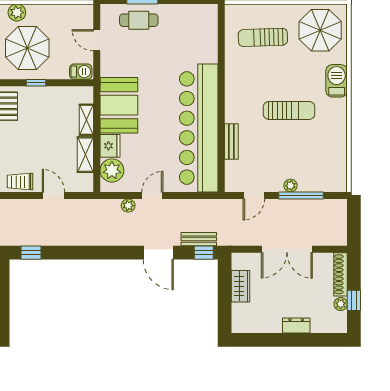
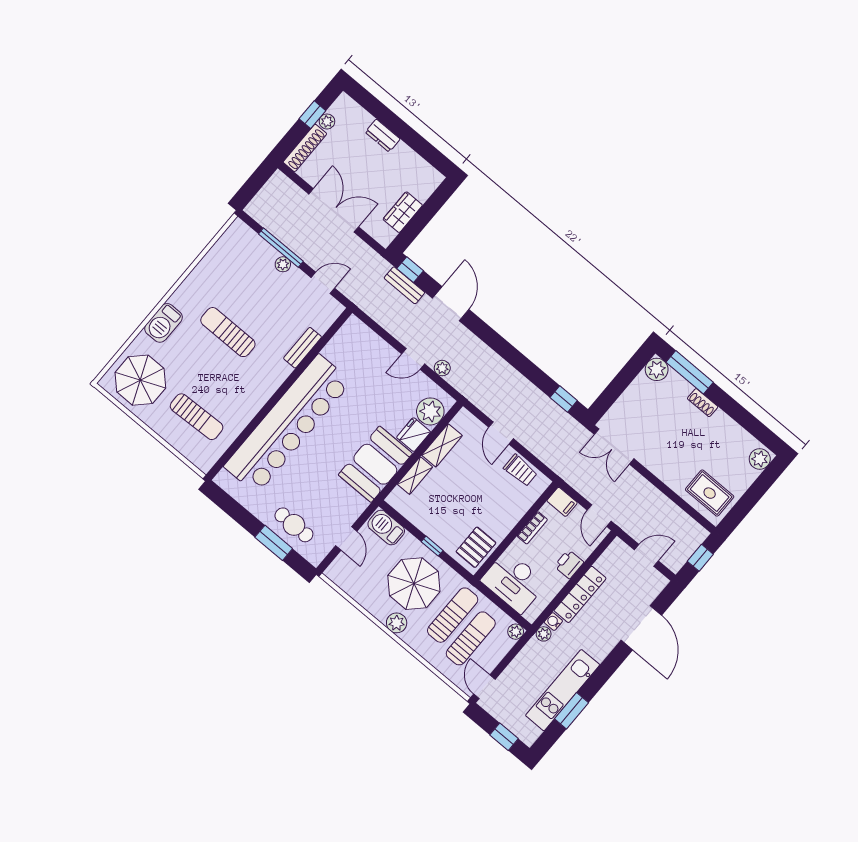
barbecue: (81, 72) -> (386, 528), width x1.38, depth x1.27
bar counter: (199, 128) -> (288, 424), moved

